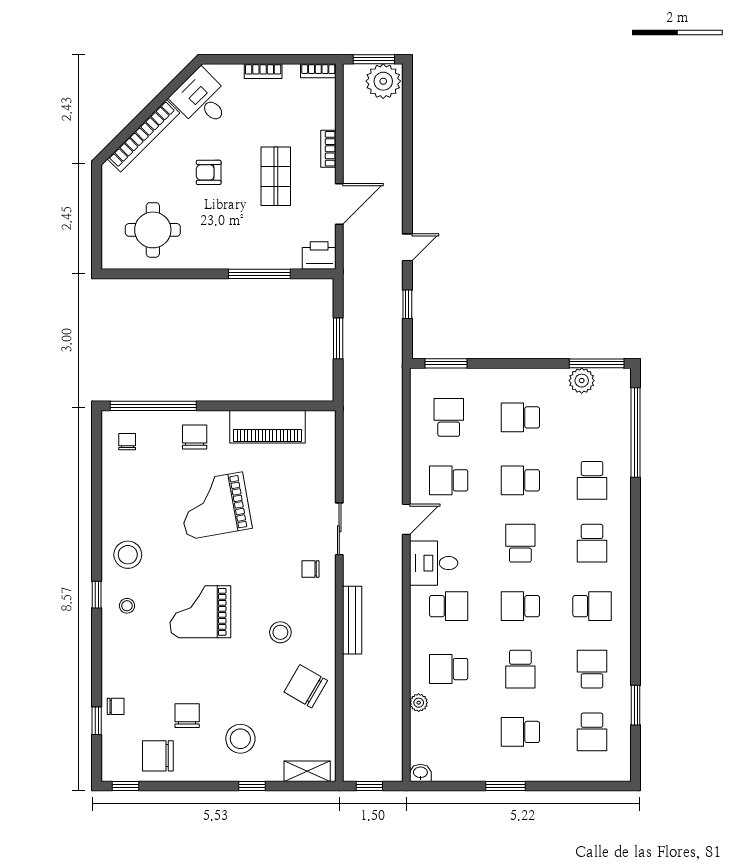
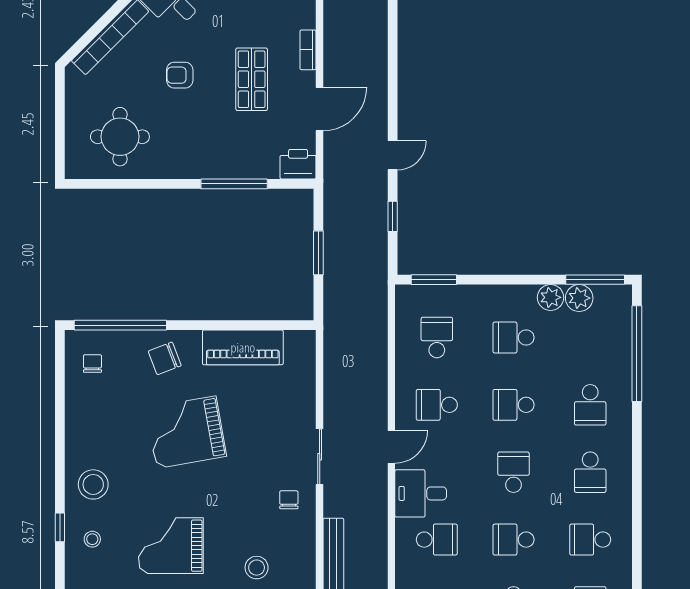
plant: (555, 380) -> (551, 297), added
chair: (195, 437) -> (165, 358), turned -111
chair: (311, 569) -> (289, 500), turned 90
school desk: (592, 606) -> (590, 540), turned 180

